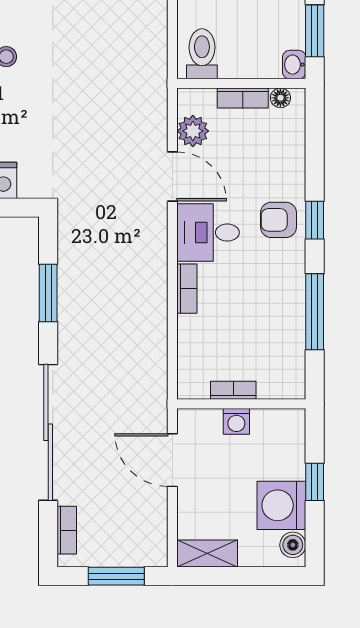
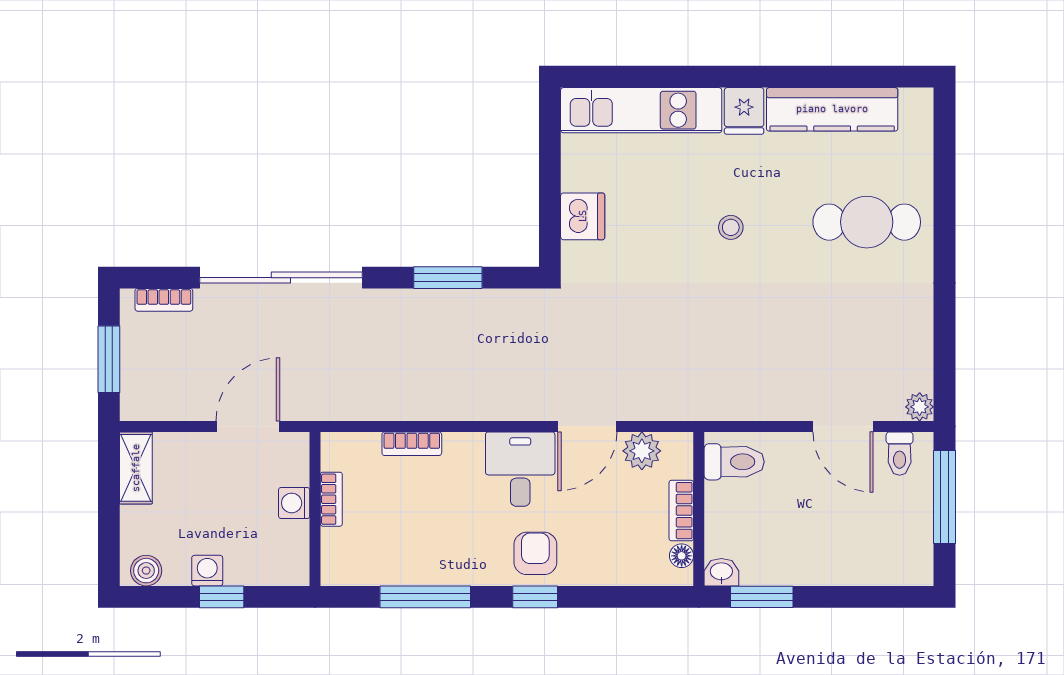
bookcase: (187, 289) -> (412, 444), moved
washing machine: (281, 505) -> (207, 571), width x0.53, depth x0.53

